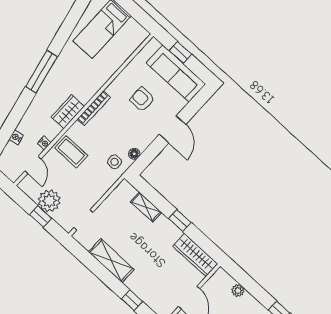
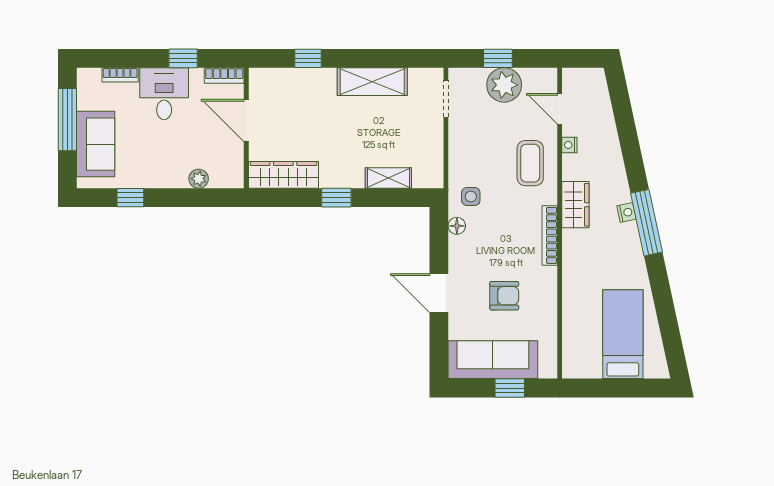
nightstand: (16, 137) -> (627, 212), moved
coffee table: (71, 152) -> (530, 163), turned 90

